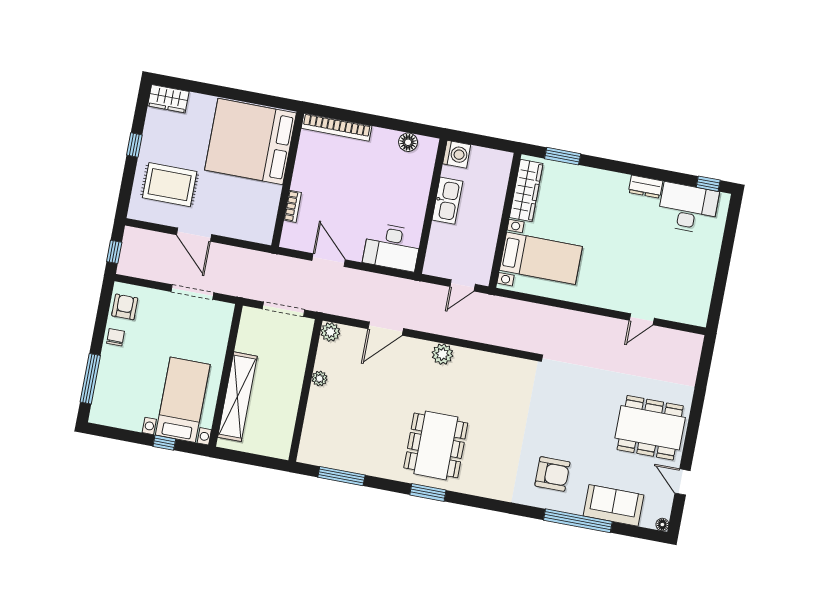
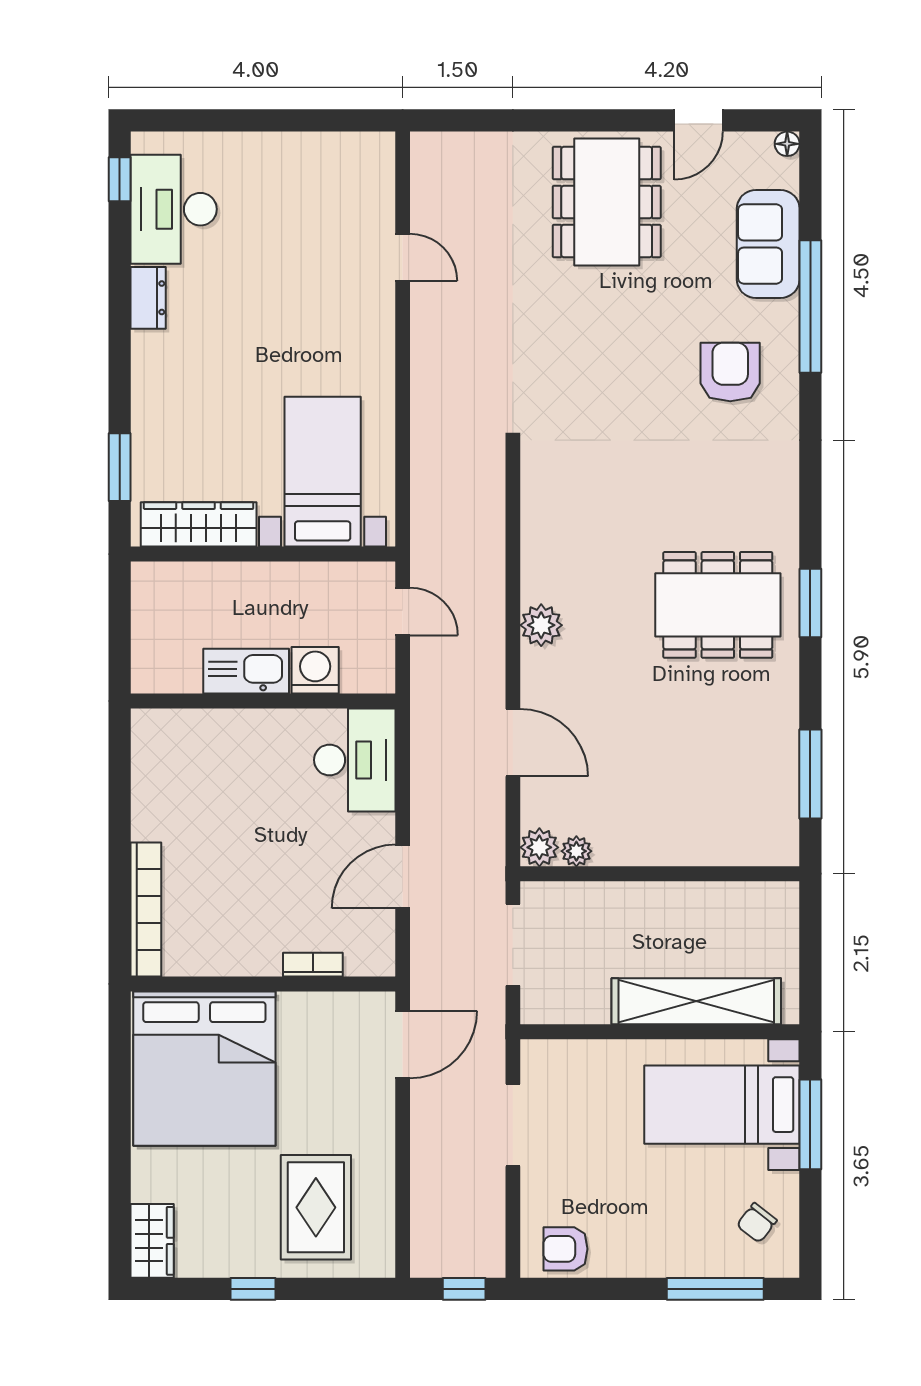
floor lamp: (408, 142) -> (149, 767), removed
washing machine: (457, 154) -> (315, 670), moved
door: (194, 235) -> (403, 1045), moved
chair: (115, 337) -> (757, 1223), moved, turned -52
plant: (319, 379) -> (576, 851), moved
window: (164, 443) -> (810, 1124), width x2.17

